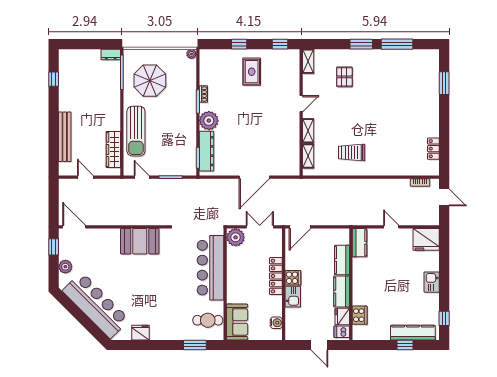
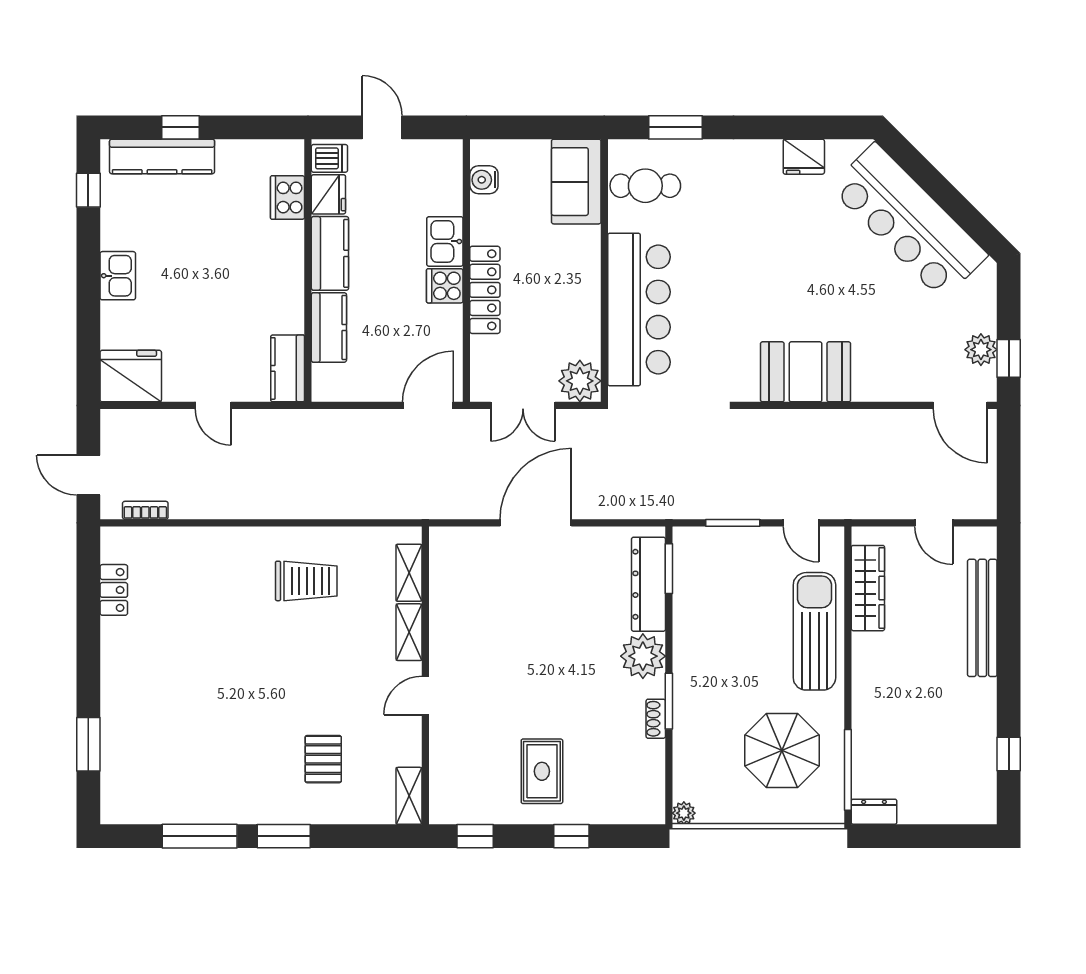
plant: (65, 267) -> (981, 350), moved

